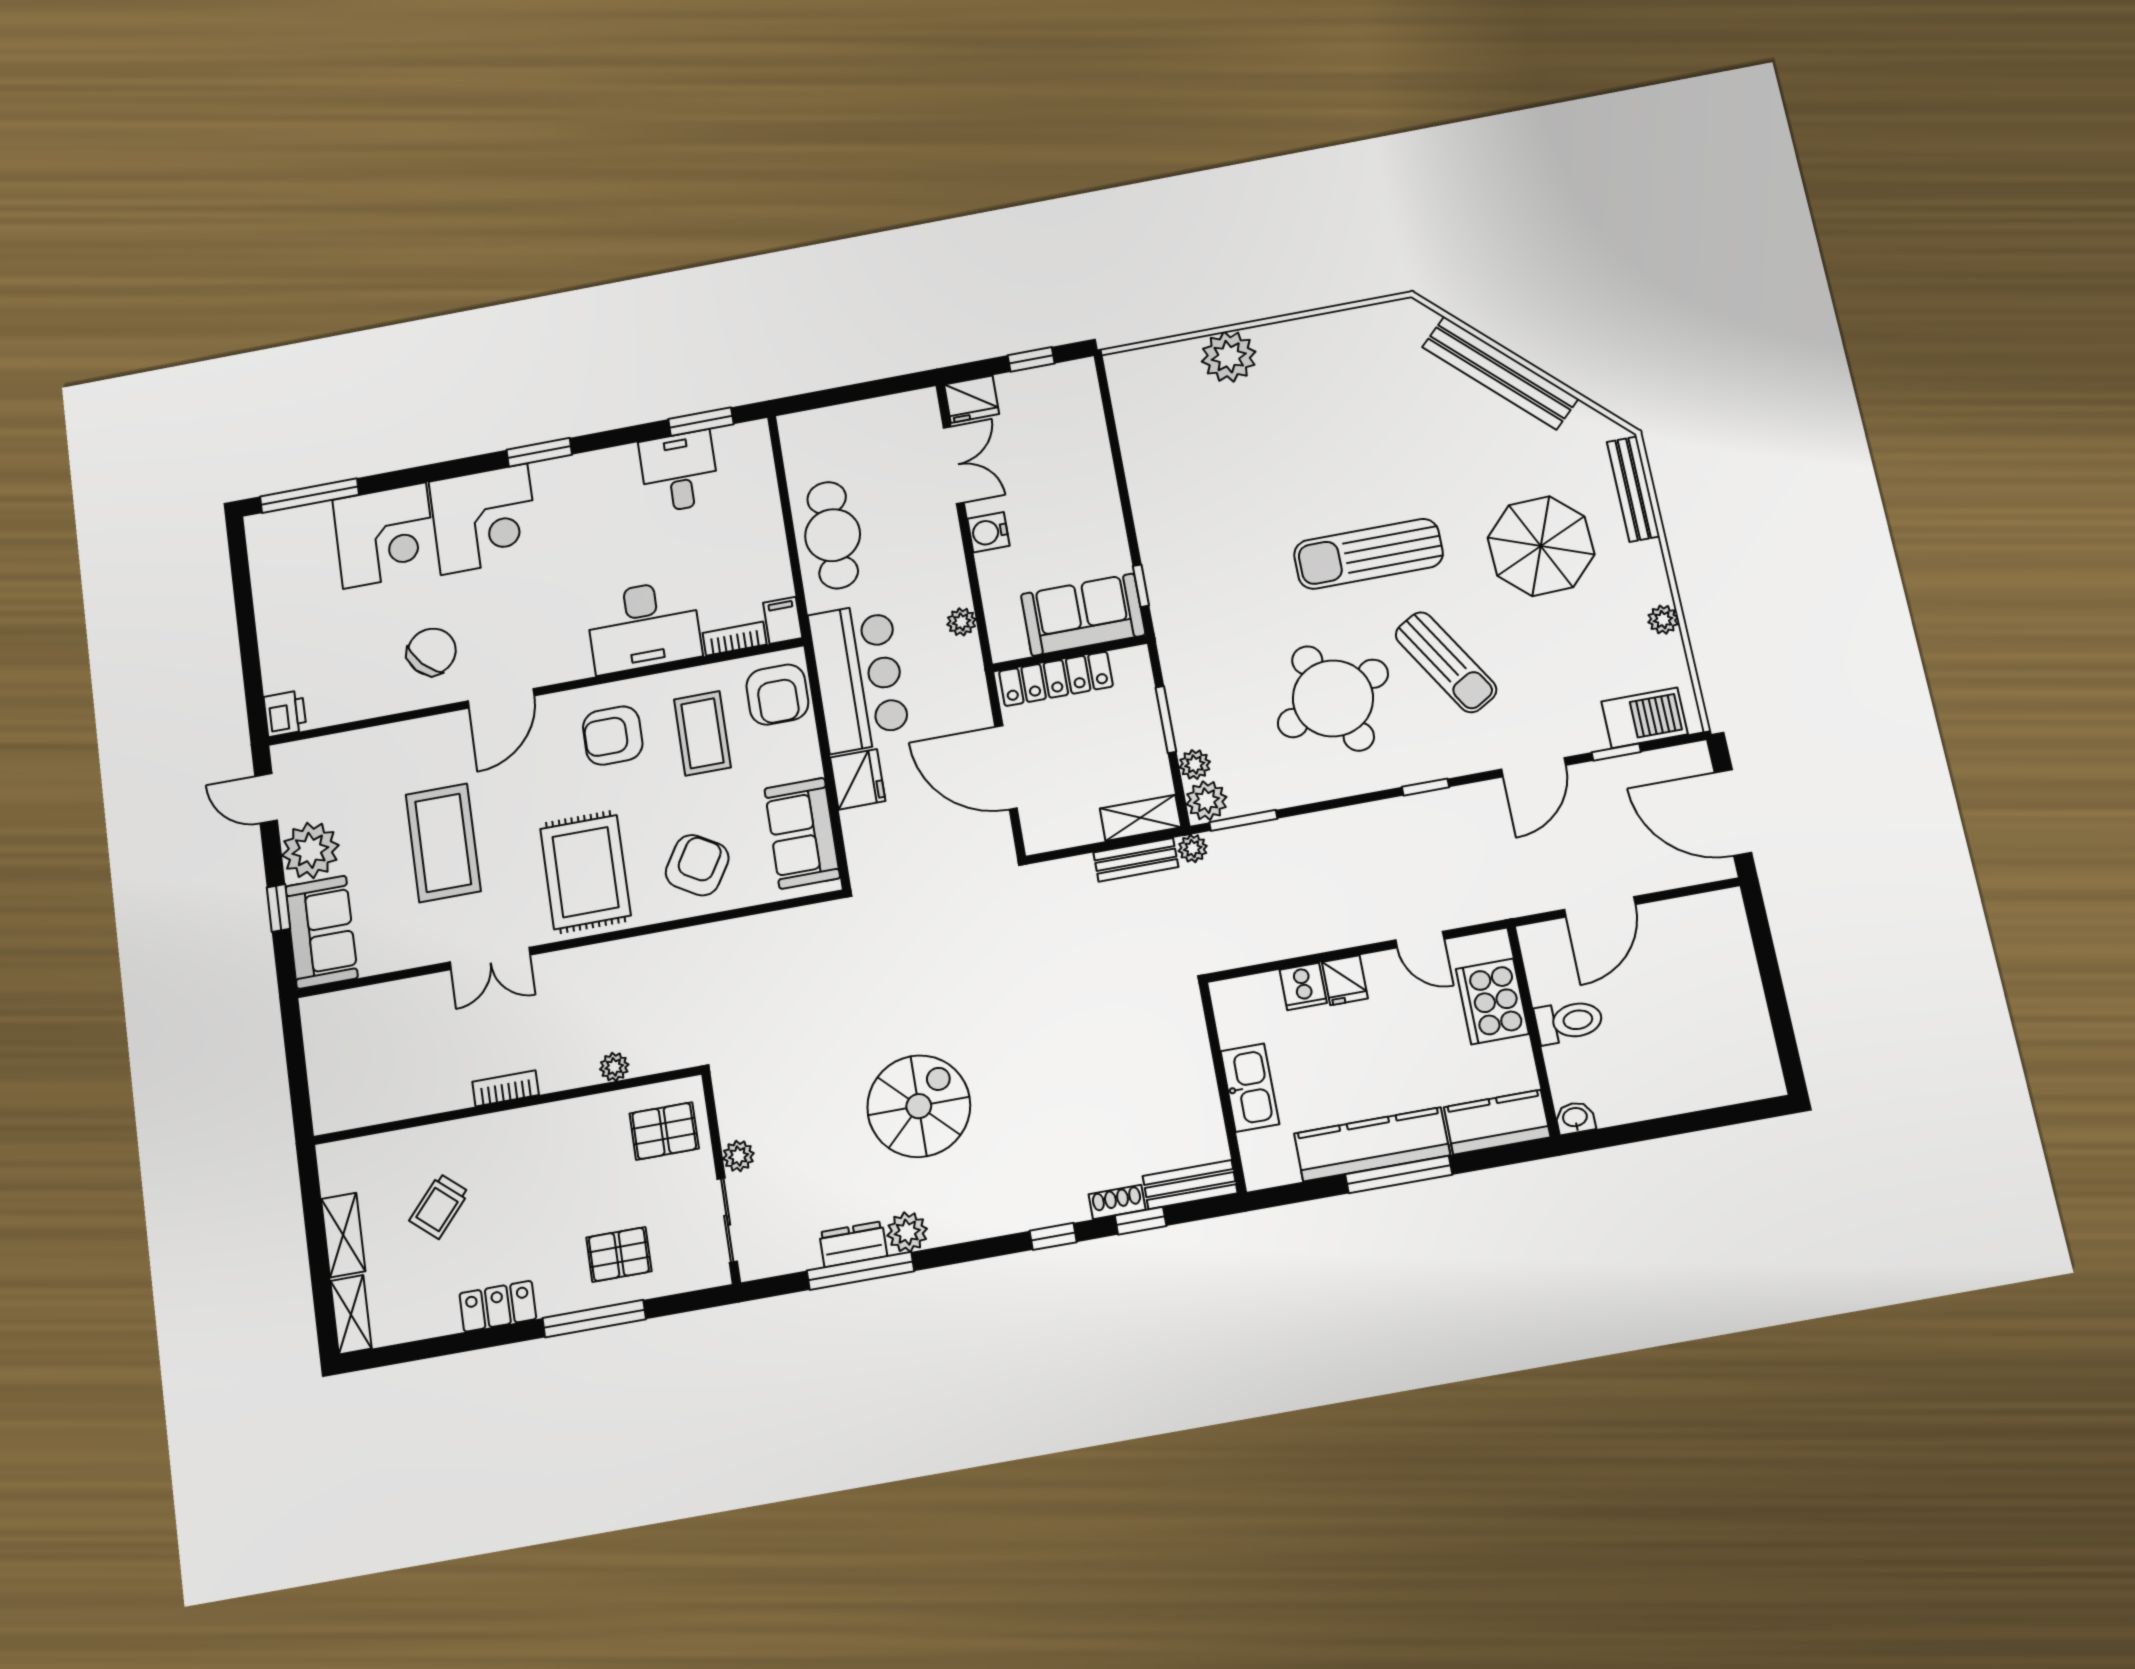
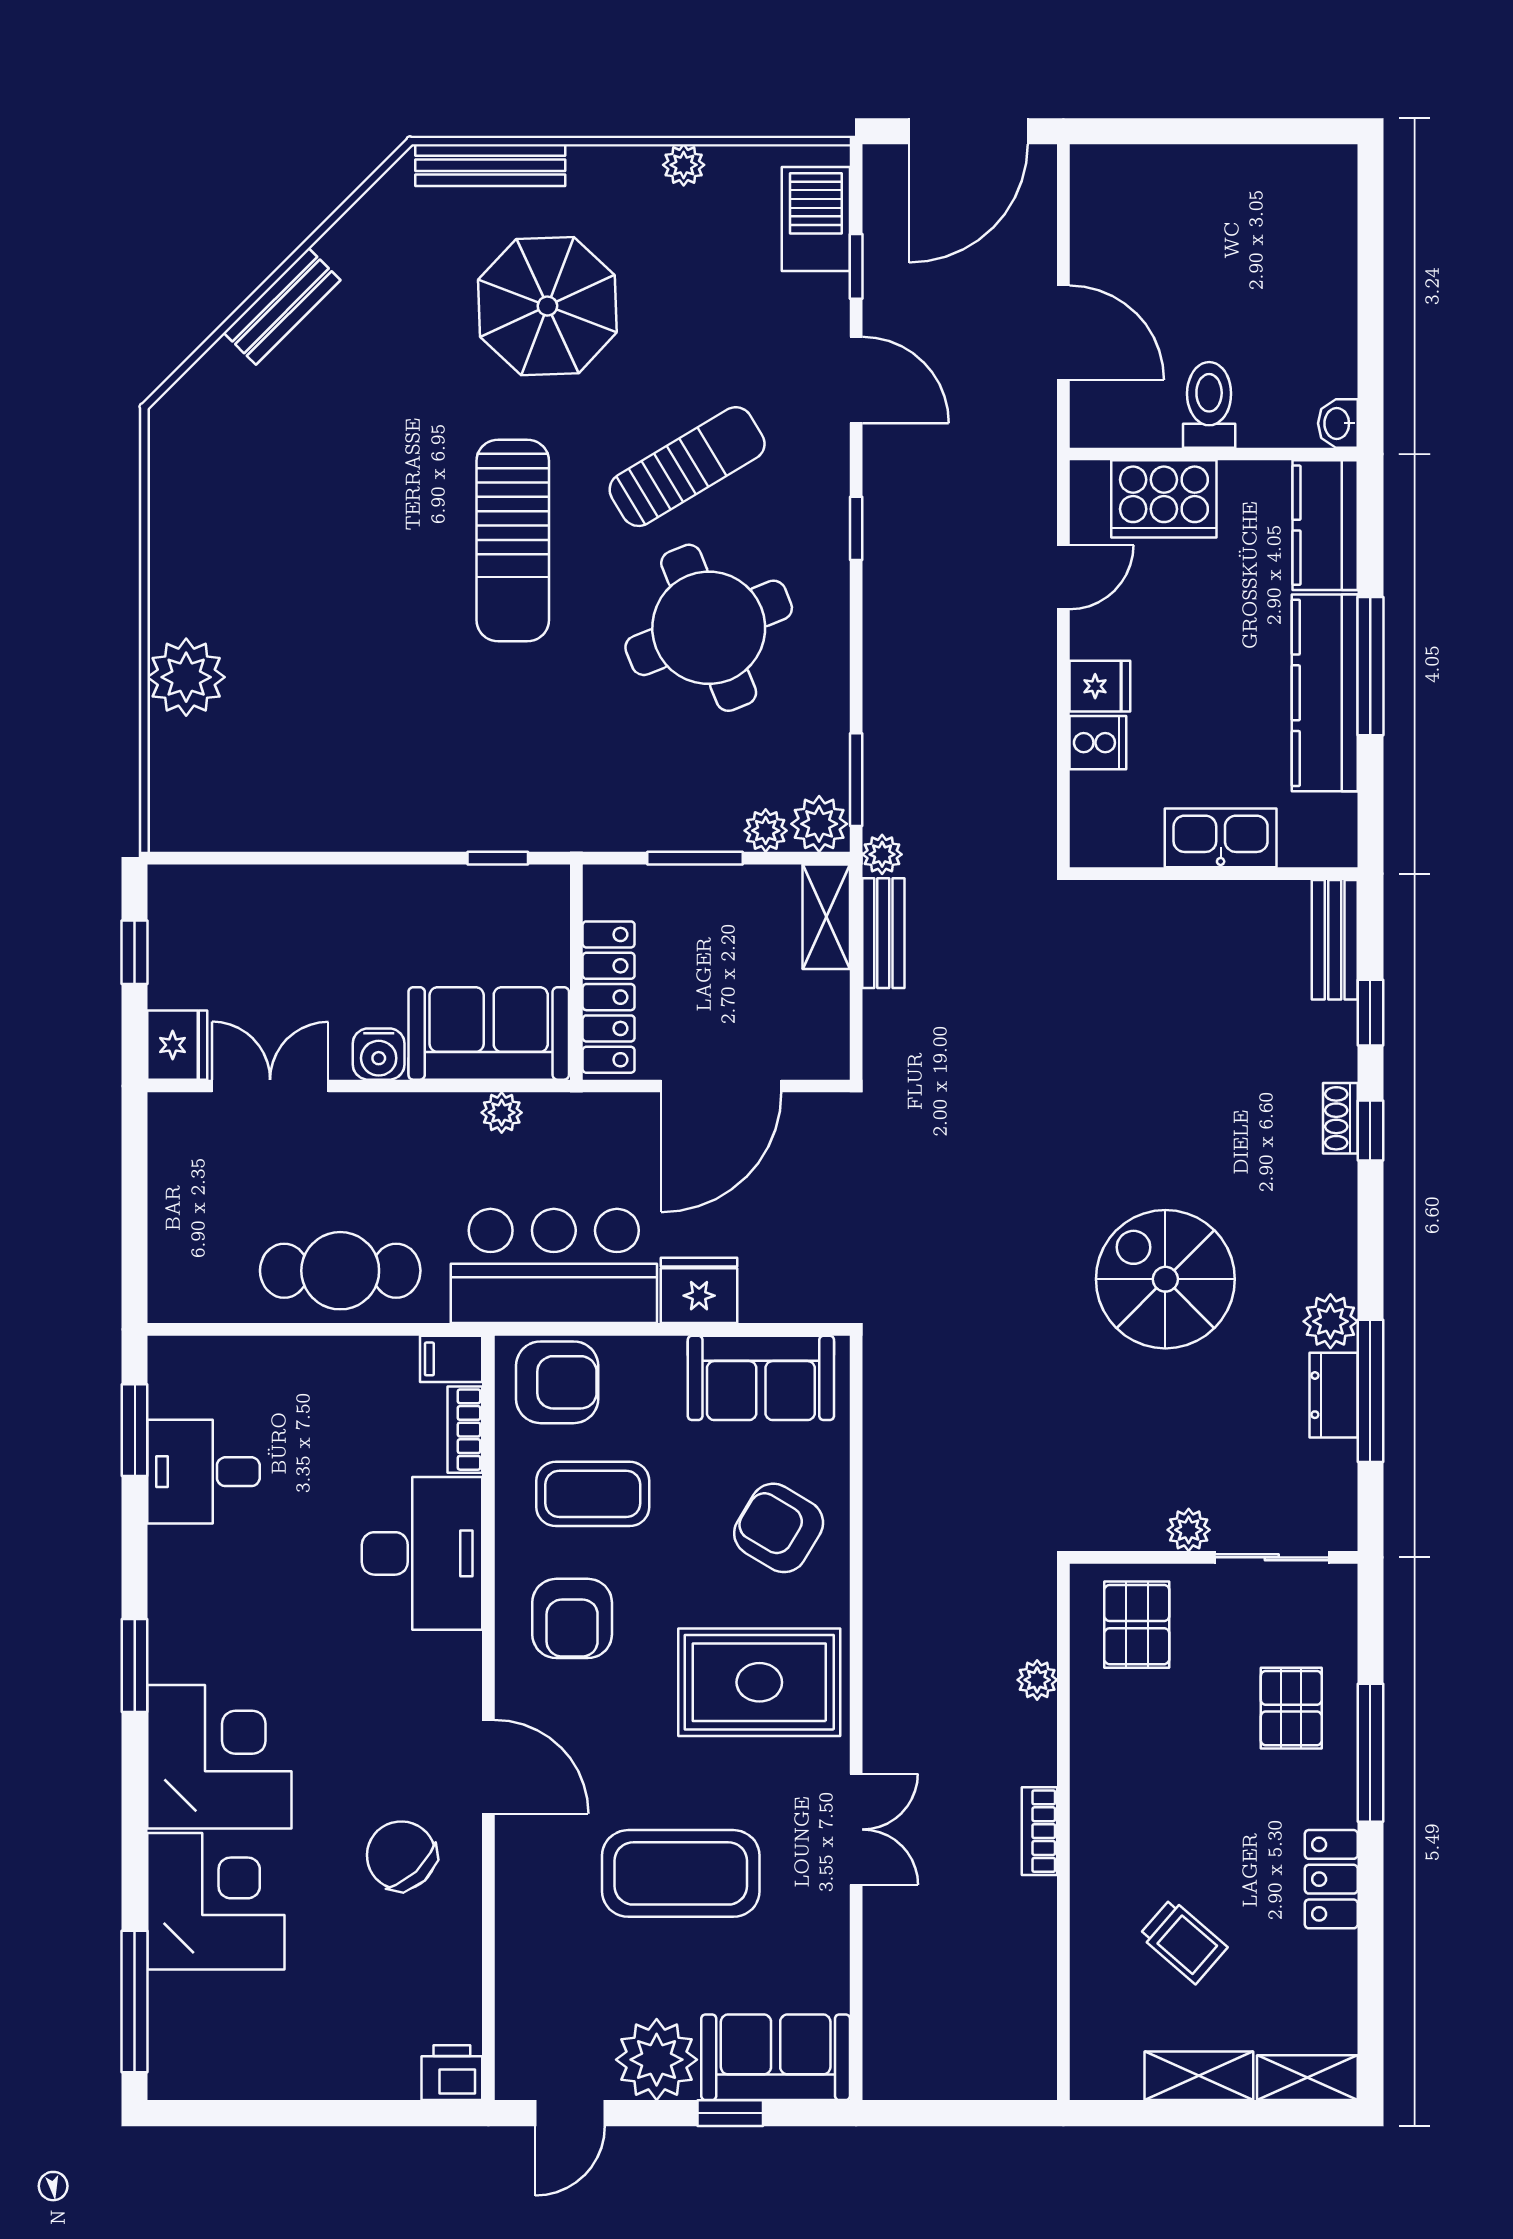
bench: (1500, 373) -> (282, 306), width x0.54, depth x0.82
sofa: (1083, 615) -> (489, 1033), moved, turned 90
shoe rack: (1117, 1202) -> (1340, 1118), moved

